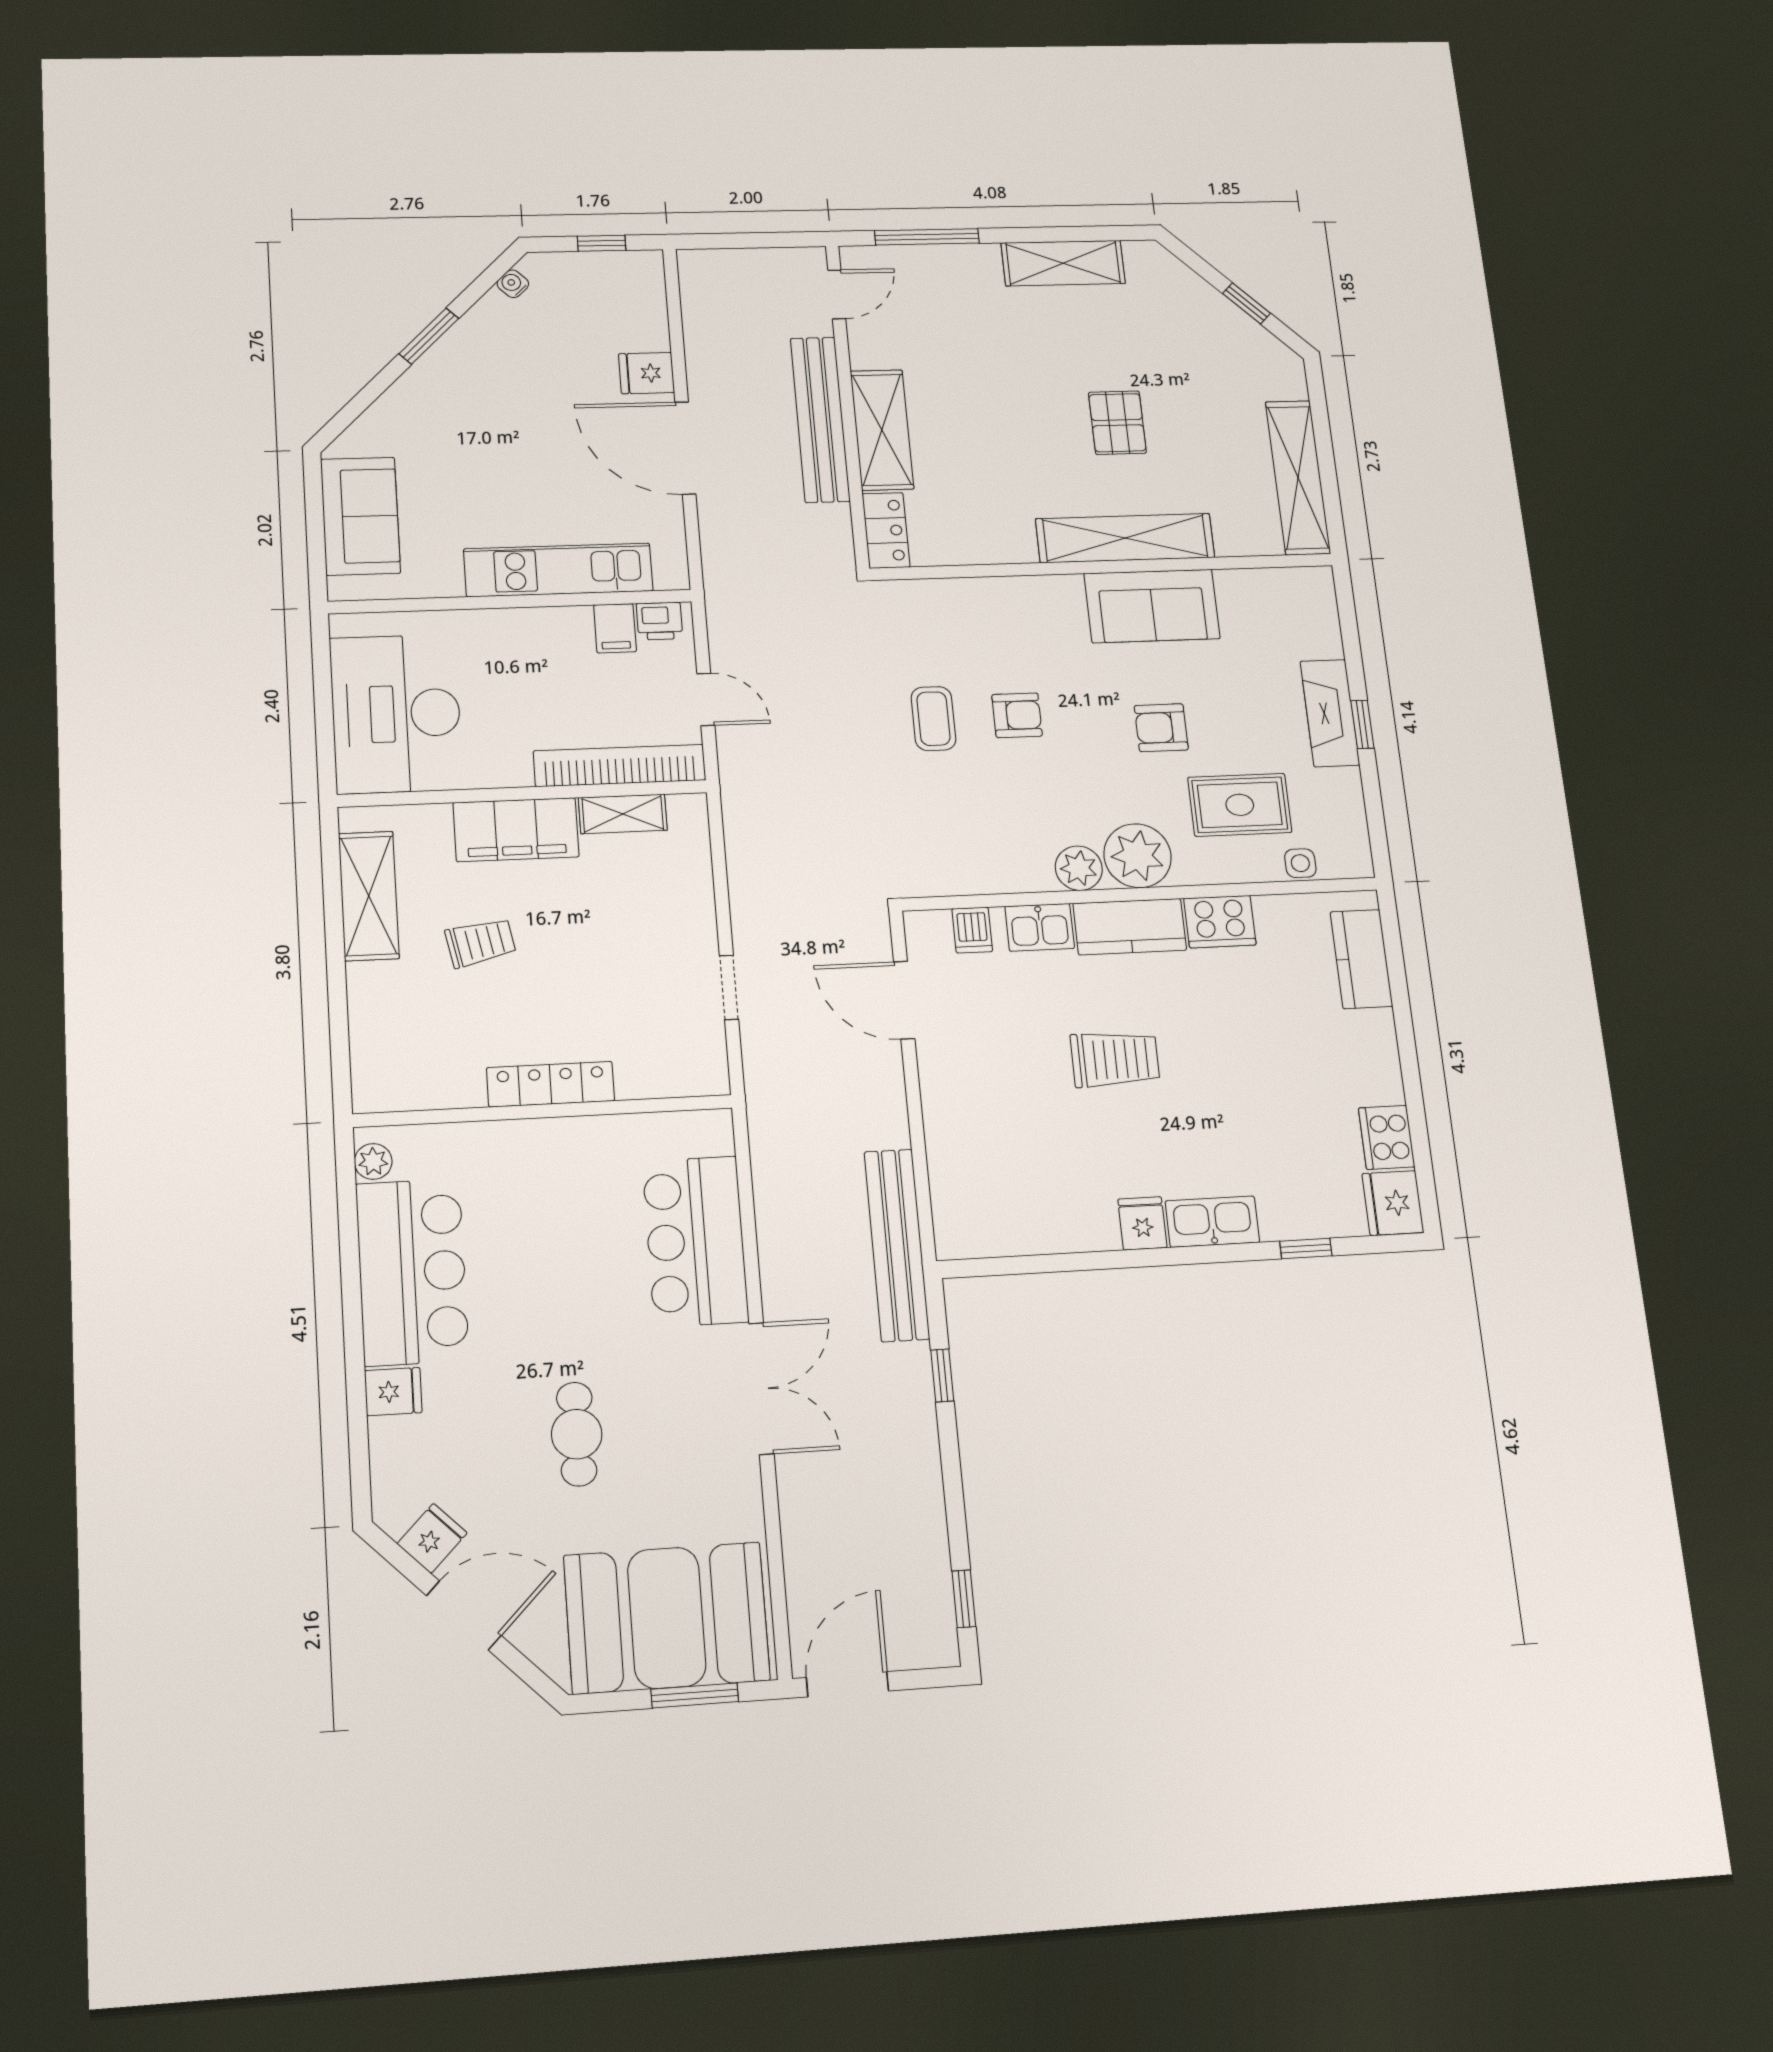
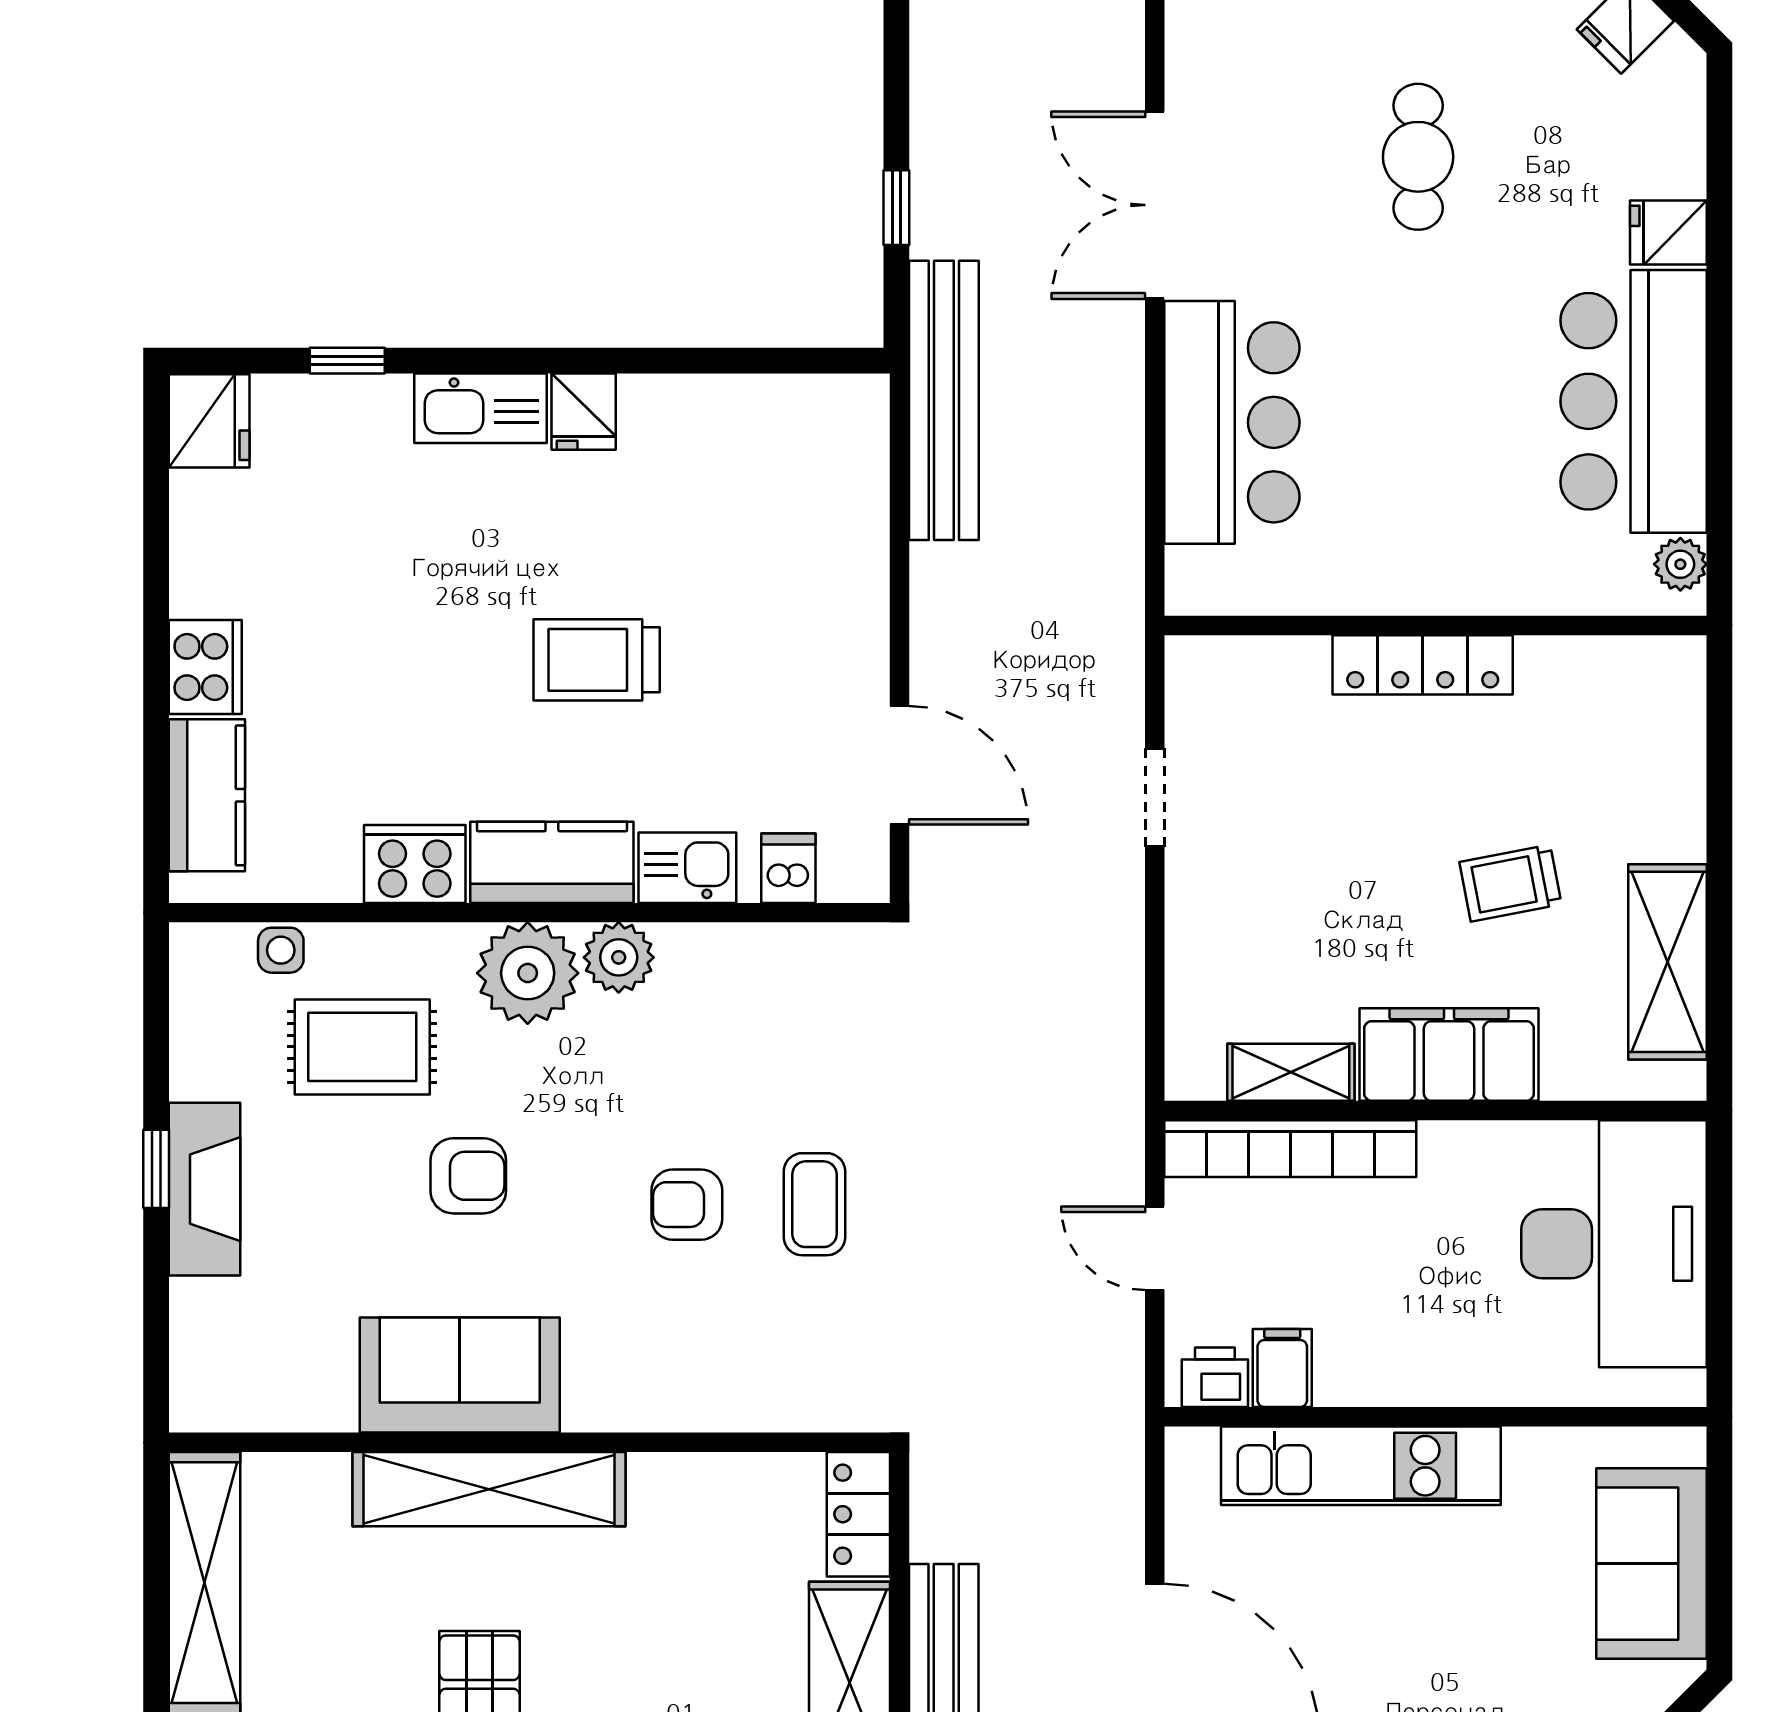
cooker: (1387, 1137) -> (205, 667), moved

